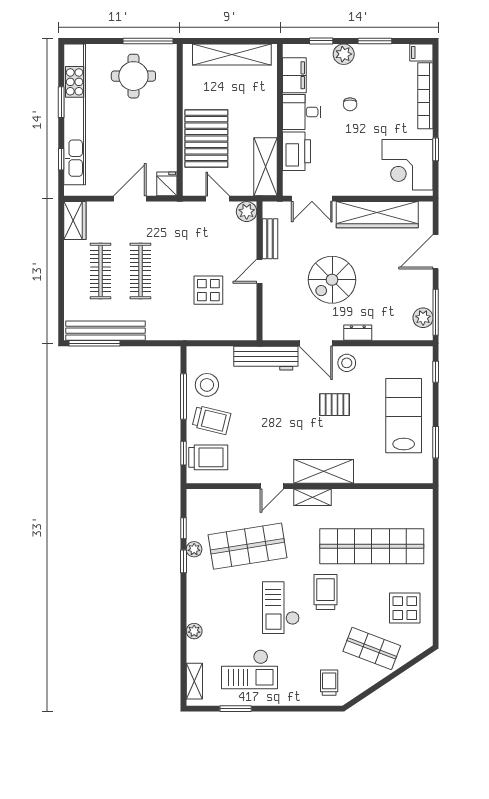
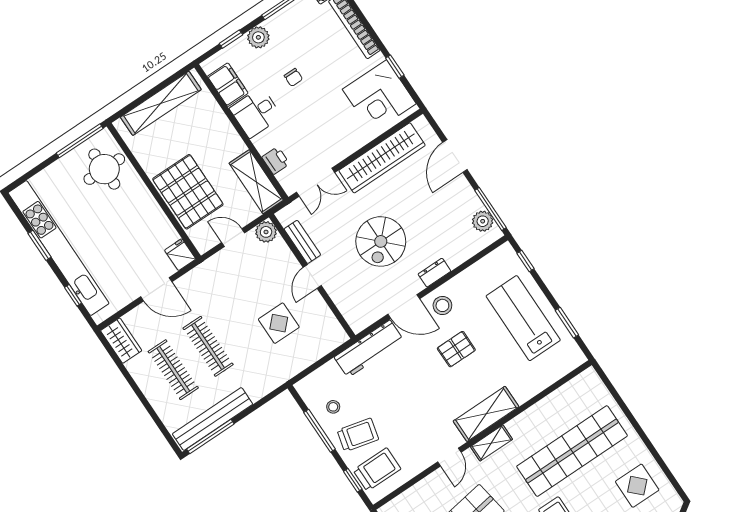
round table: (133, 76) -> (104, 169), moved
printer: (297, 151) -> (276, 160), width x0.53, depth x0.68
door: (130, 199) -> (156, 289), swing flipped
stool: (207, 385) -> (333, 407), width x0.53, depth x0.53

